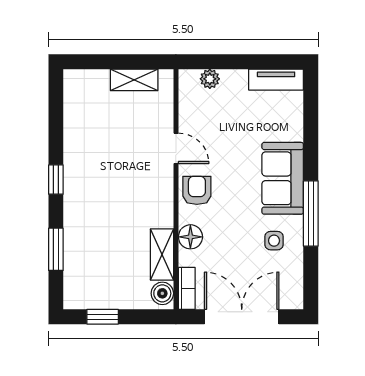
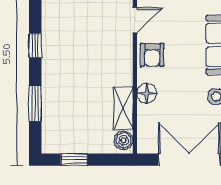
door: (176, 148) -> (135, 20), hinge flipped
armchair: (197, 190) -> (152, 55), turned 180
bookcase: (187, 288) -> (144, 136), removed

